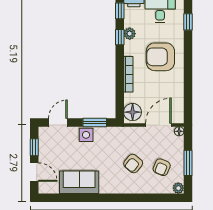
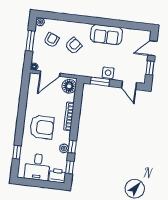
door: (58, 122) -> (129, 85), hinge flipped
door: (34, 172) -> (152, 48), hinge flipped
sofa: (79, 182) -> (106, 35), moved

